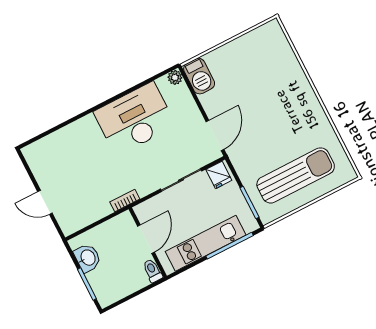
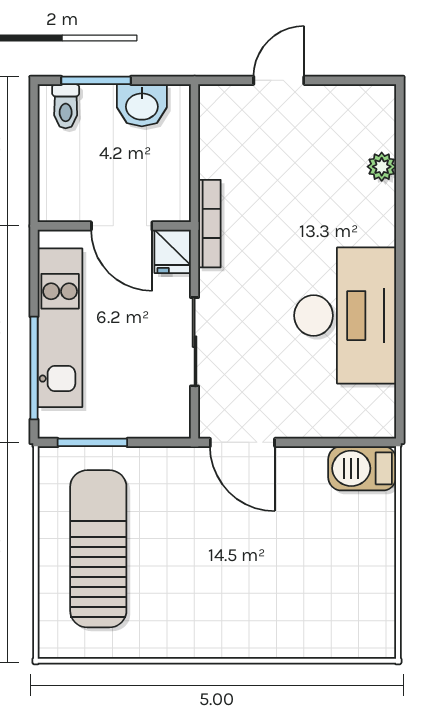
plant: (175, 77) -> (382, 167), moved
fridge: (219, 175) -> (173, 251), moved, turned -90
sun lounger: (296, 175) -> (98, 549), turned 180
bookcase: (125, 200) -> (209, 224), width x1.56
toilet: (152, 271) -> (66, 106), moved, turned 90

